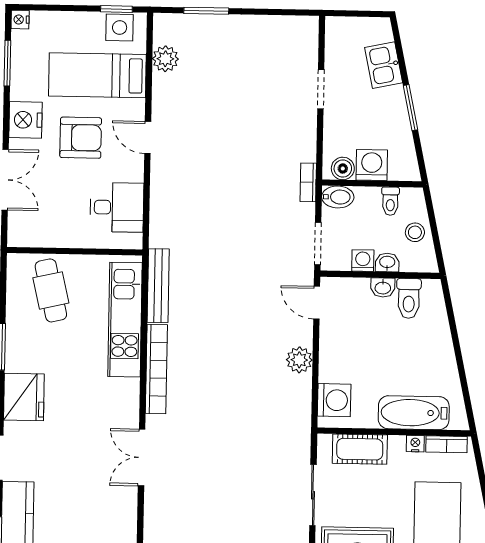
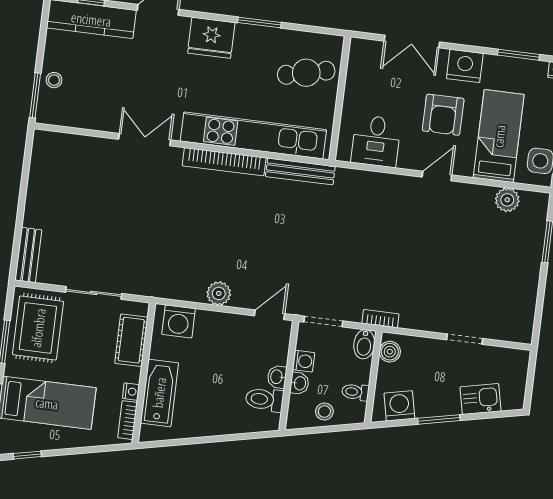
washing machine: (372, 165) -> (399, 406), moved, turned -102
kitchen unit: (125, 320) -> (253, 135), width x1.36

